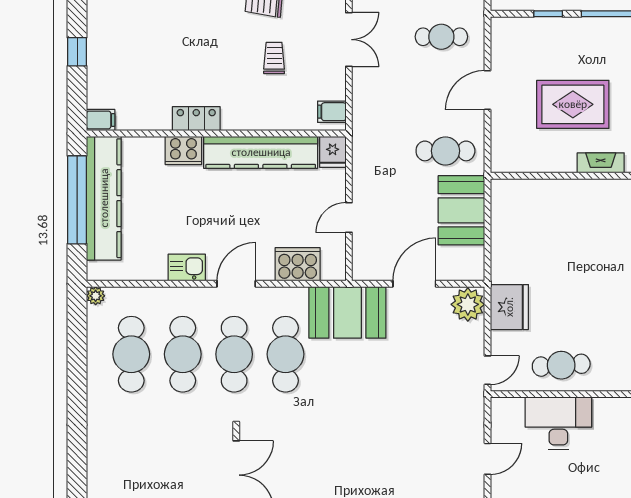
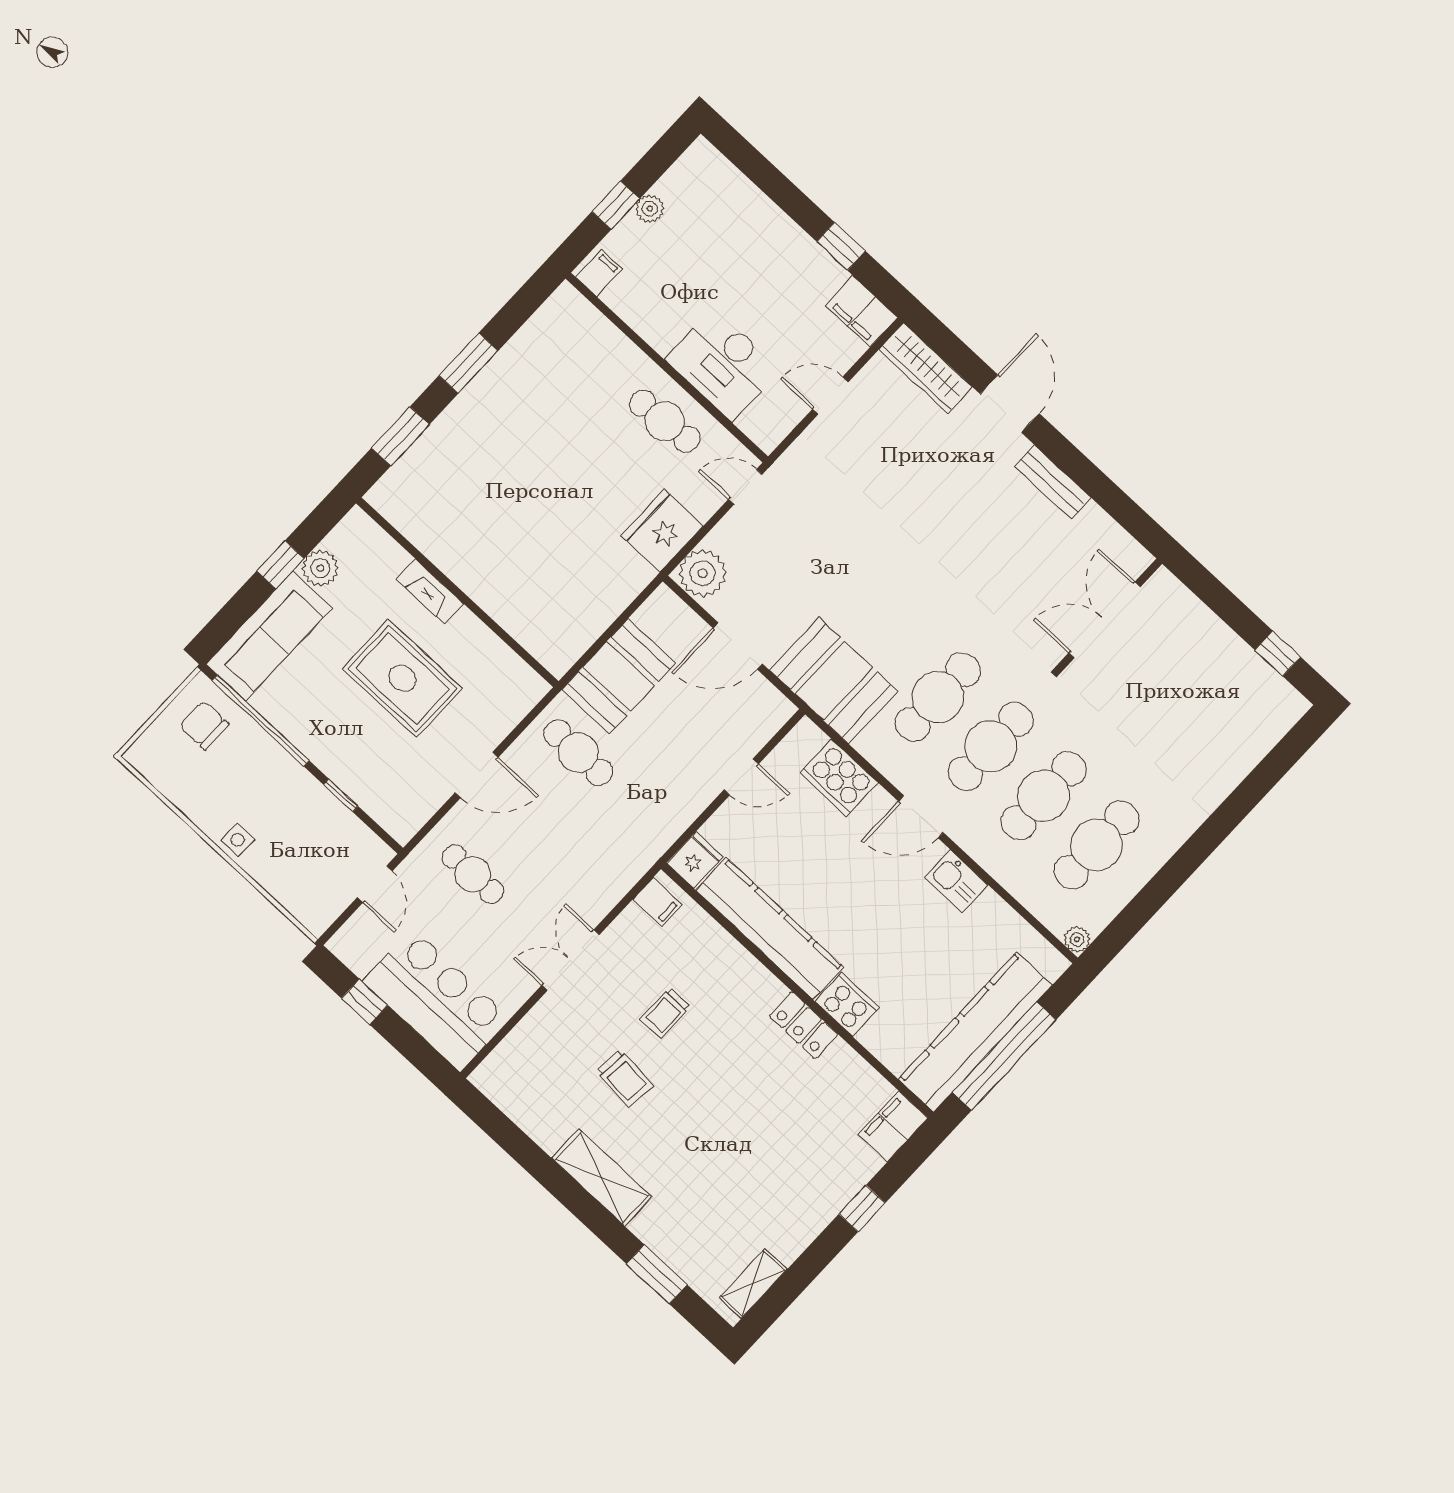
filing cabinet: (101, 120) -> (893, 1126), width x2.00

